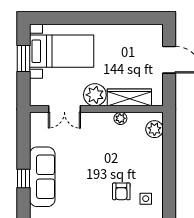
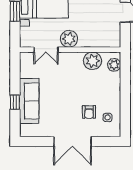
wardrobe: (129, 97) -> (95, 41), removed
plant: (120, 118) -> (93, 61), width x1.87, depth x1.87

